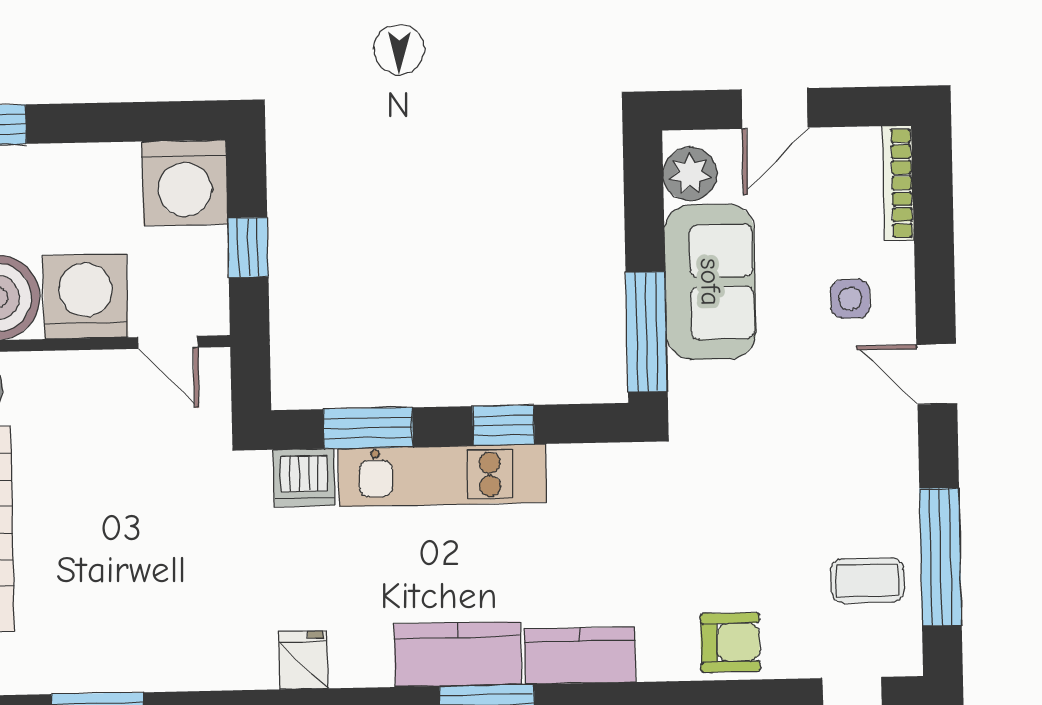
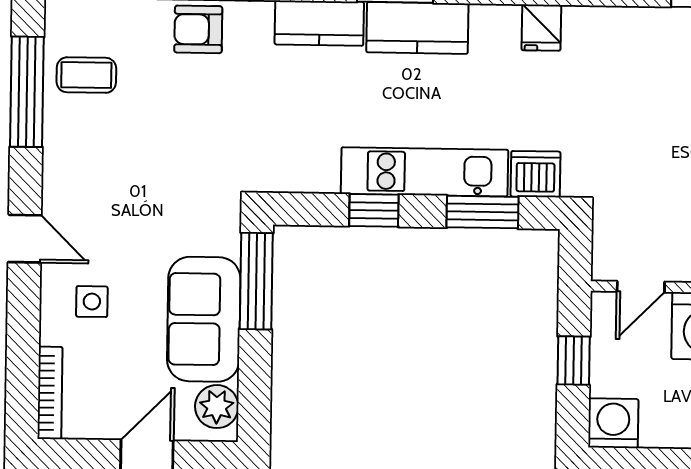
washing machine: (185, 183) -> (613, 423), width x0.73, depth x0.73
door: (168, 342) -> (641, 287), swing flipped

